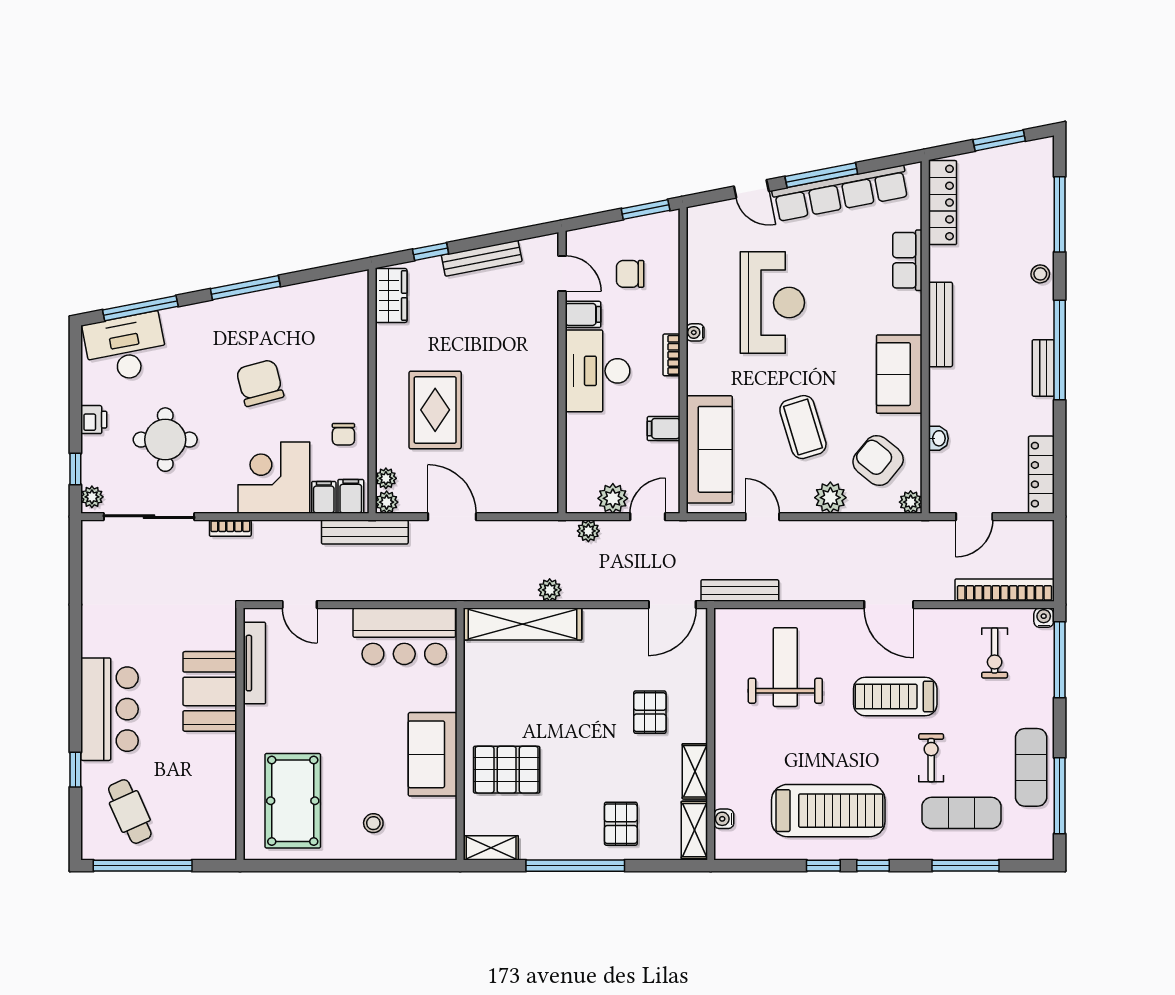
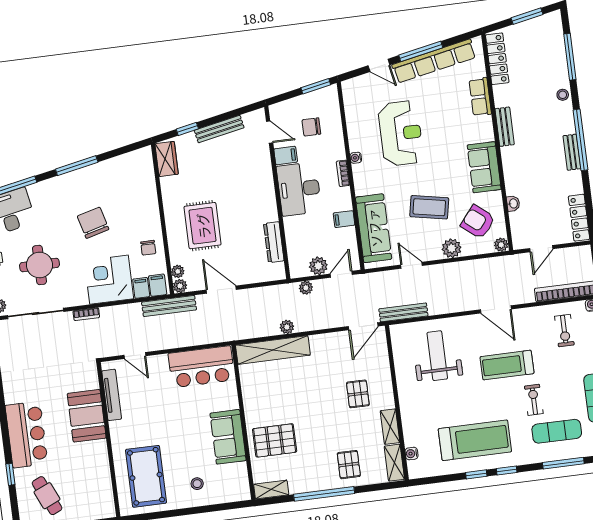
bench: (940, 324) -> (505, 127), width x0.73
coffee table: (803, 427) -> (429, 207), turned -62
dresser: (546, 451) -> (274, 242), added

